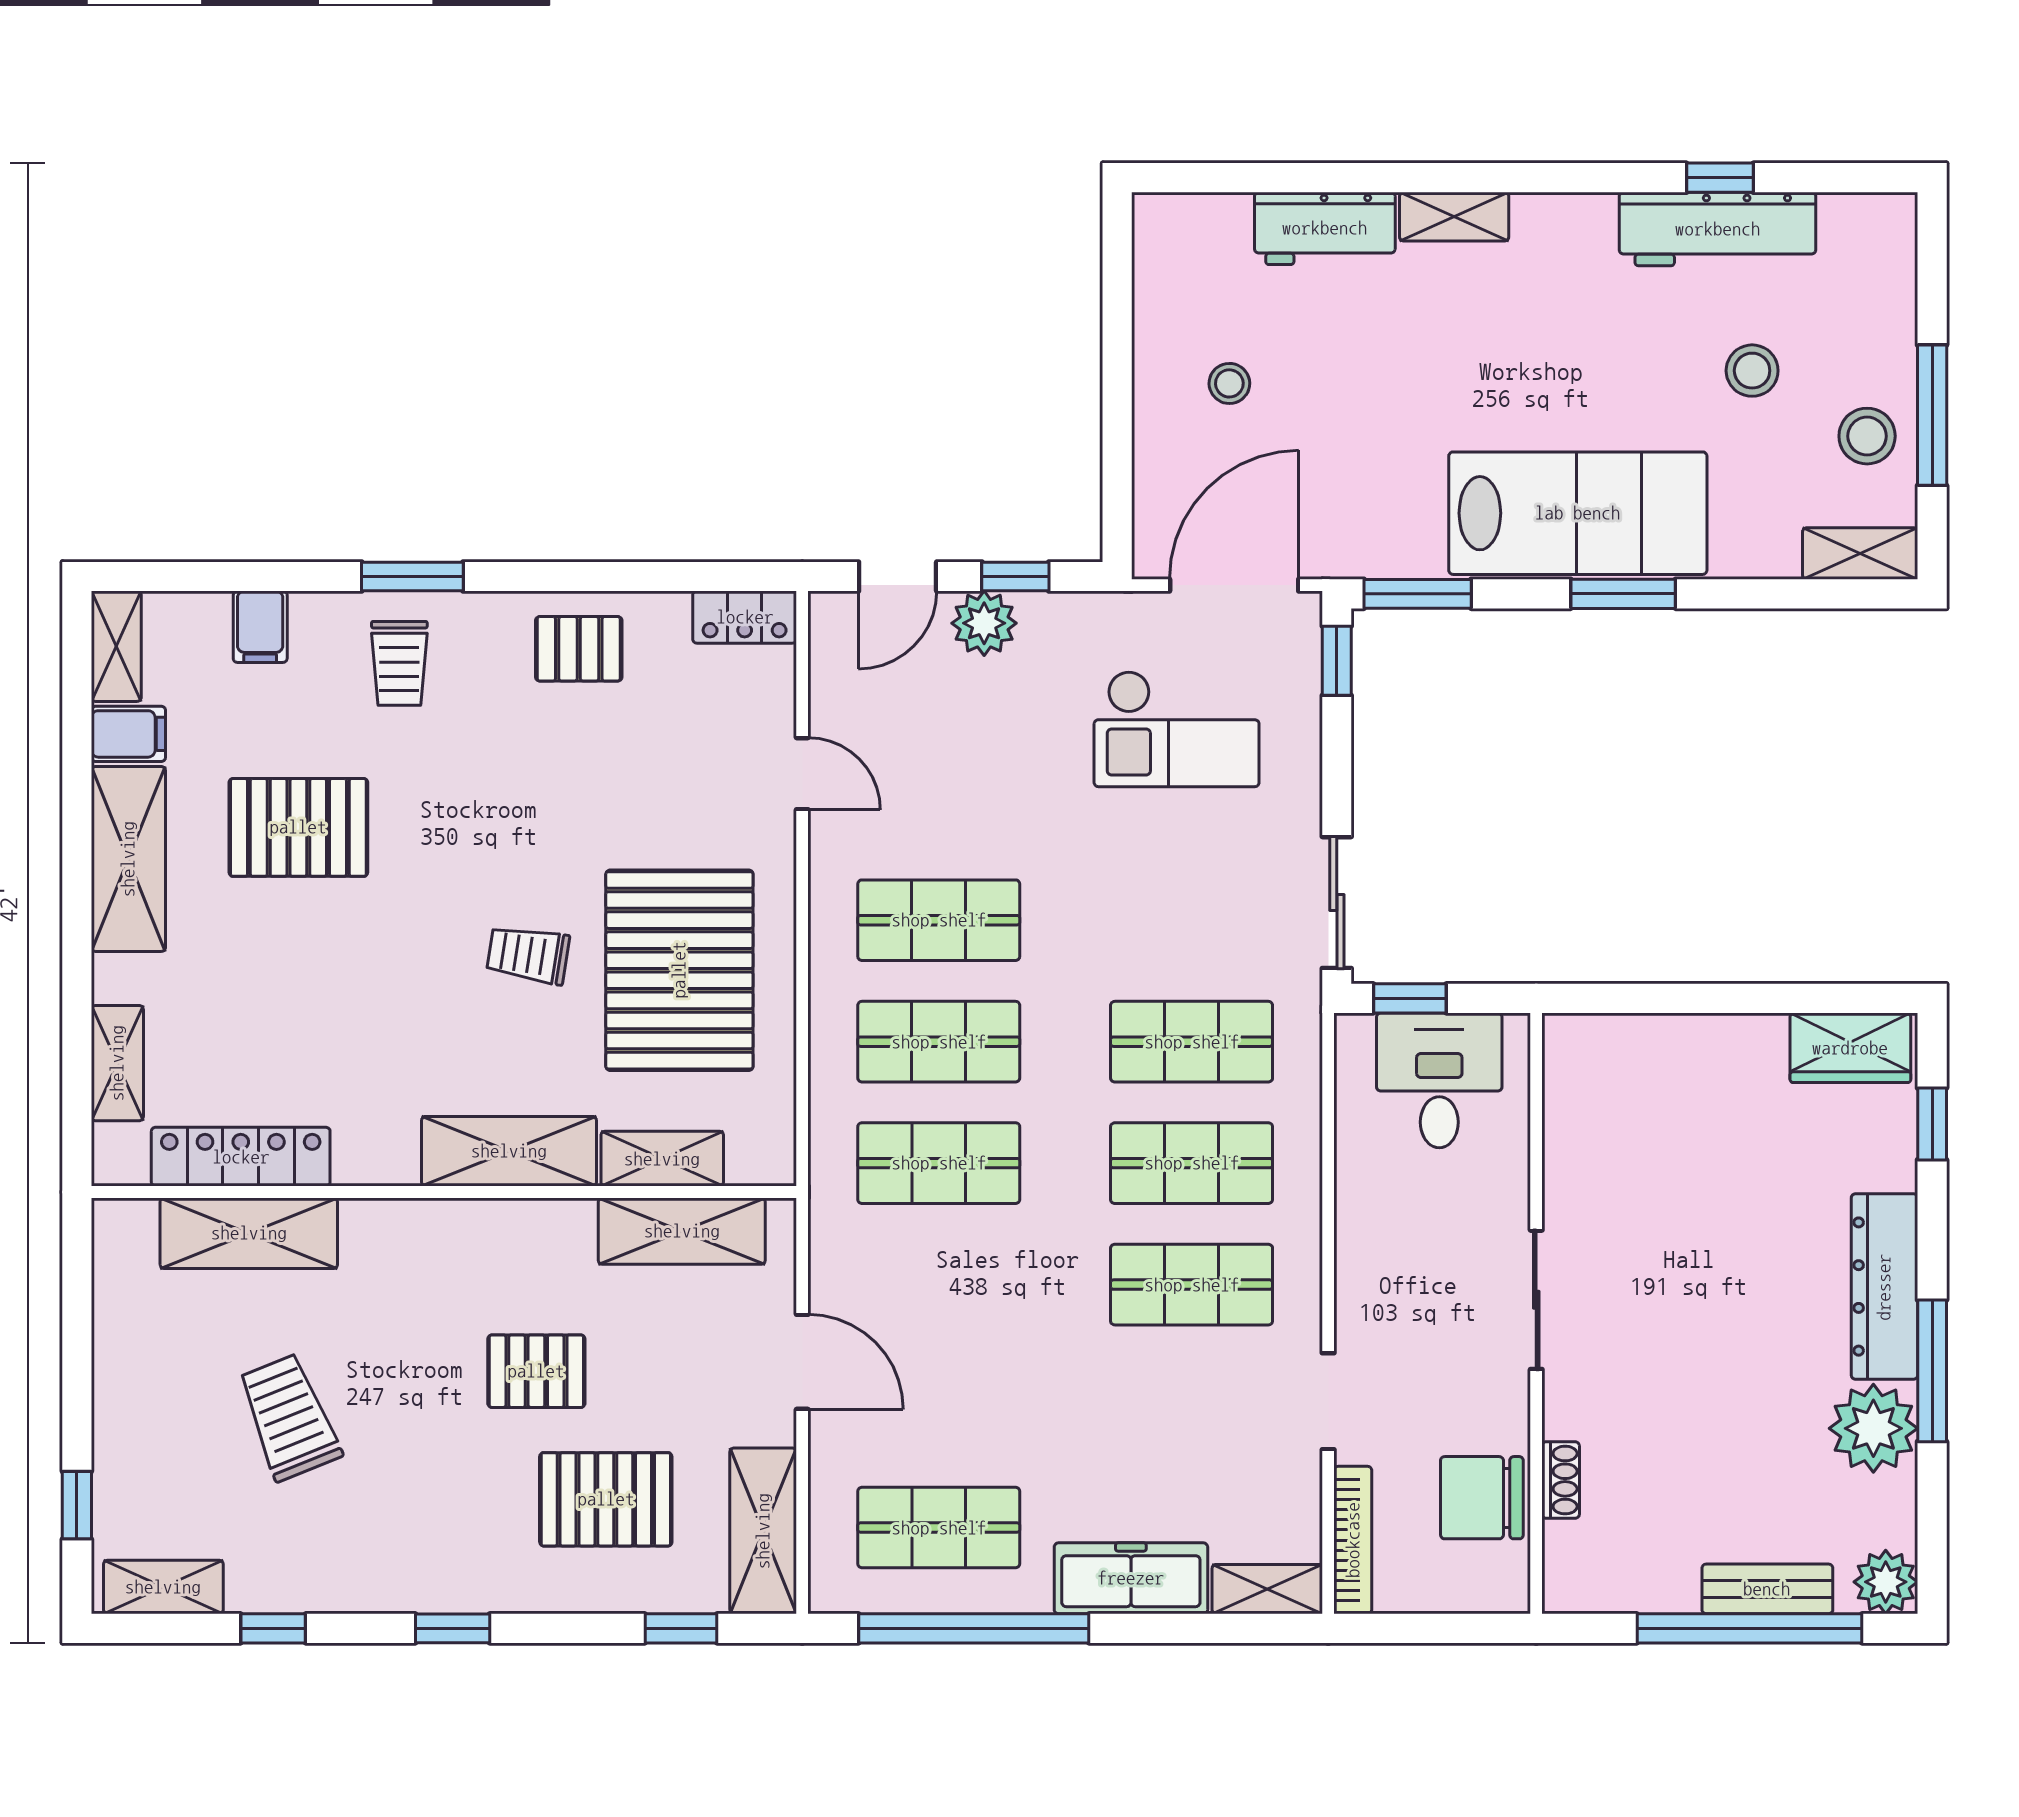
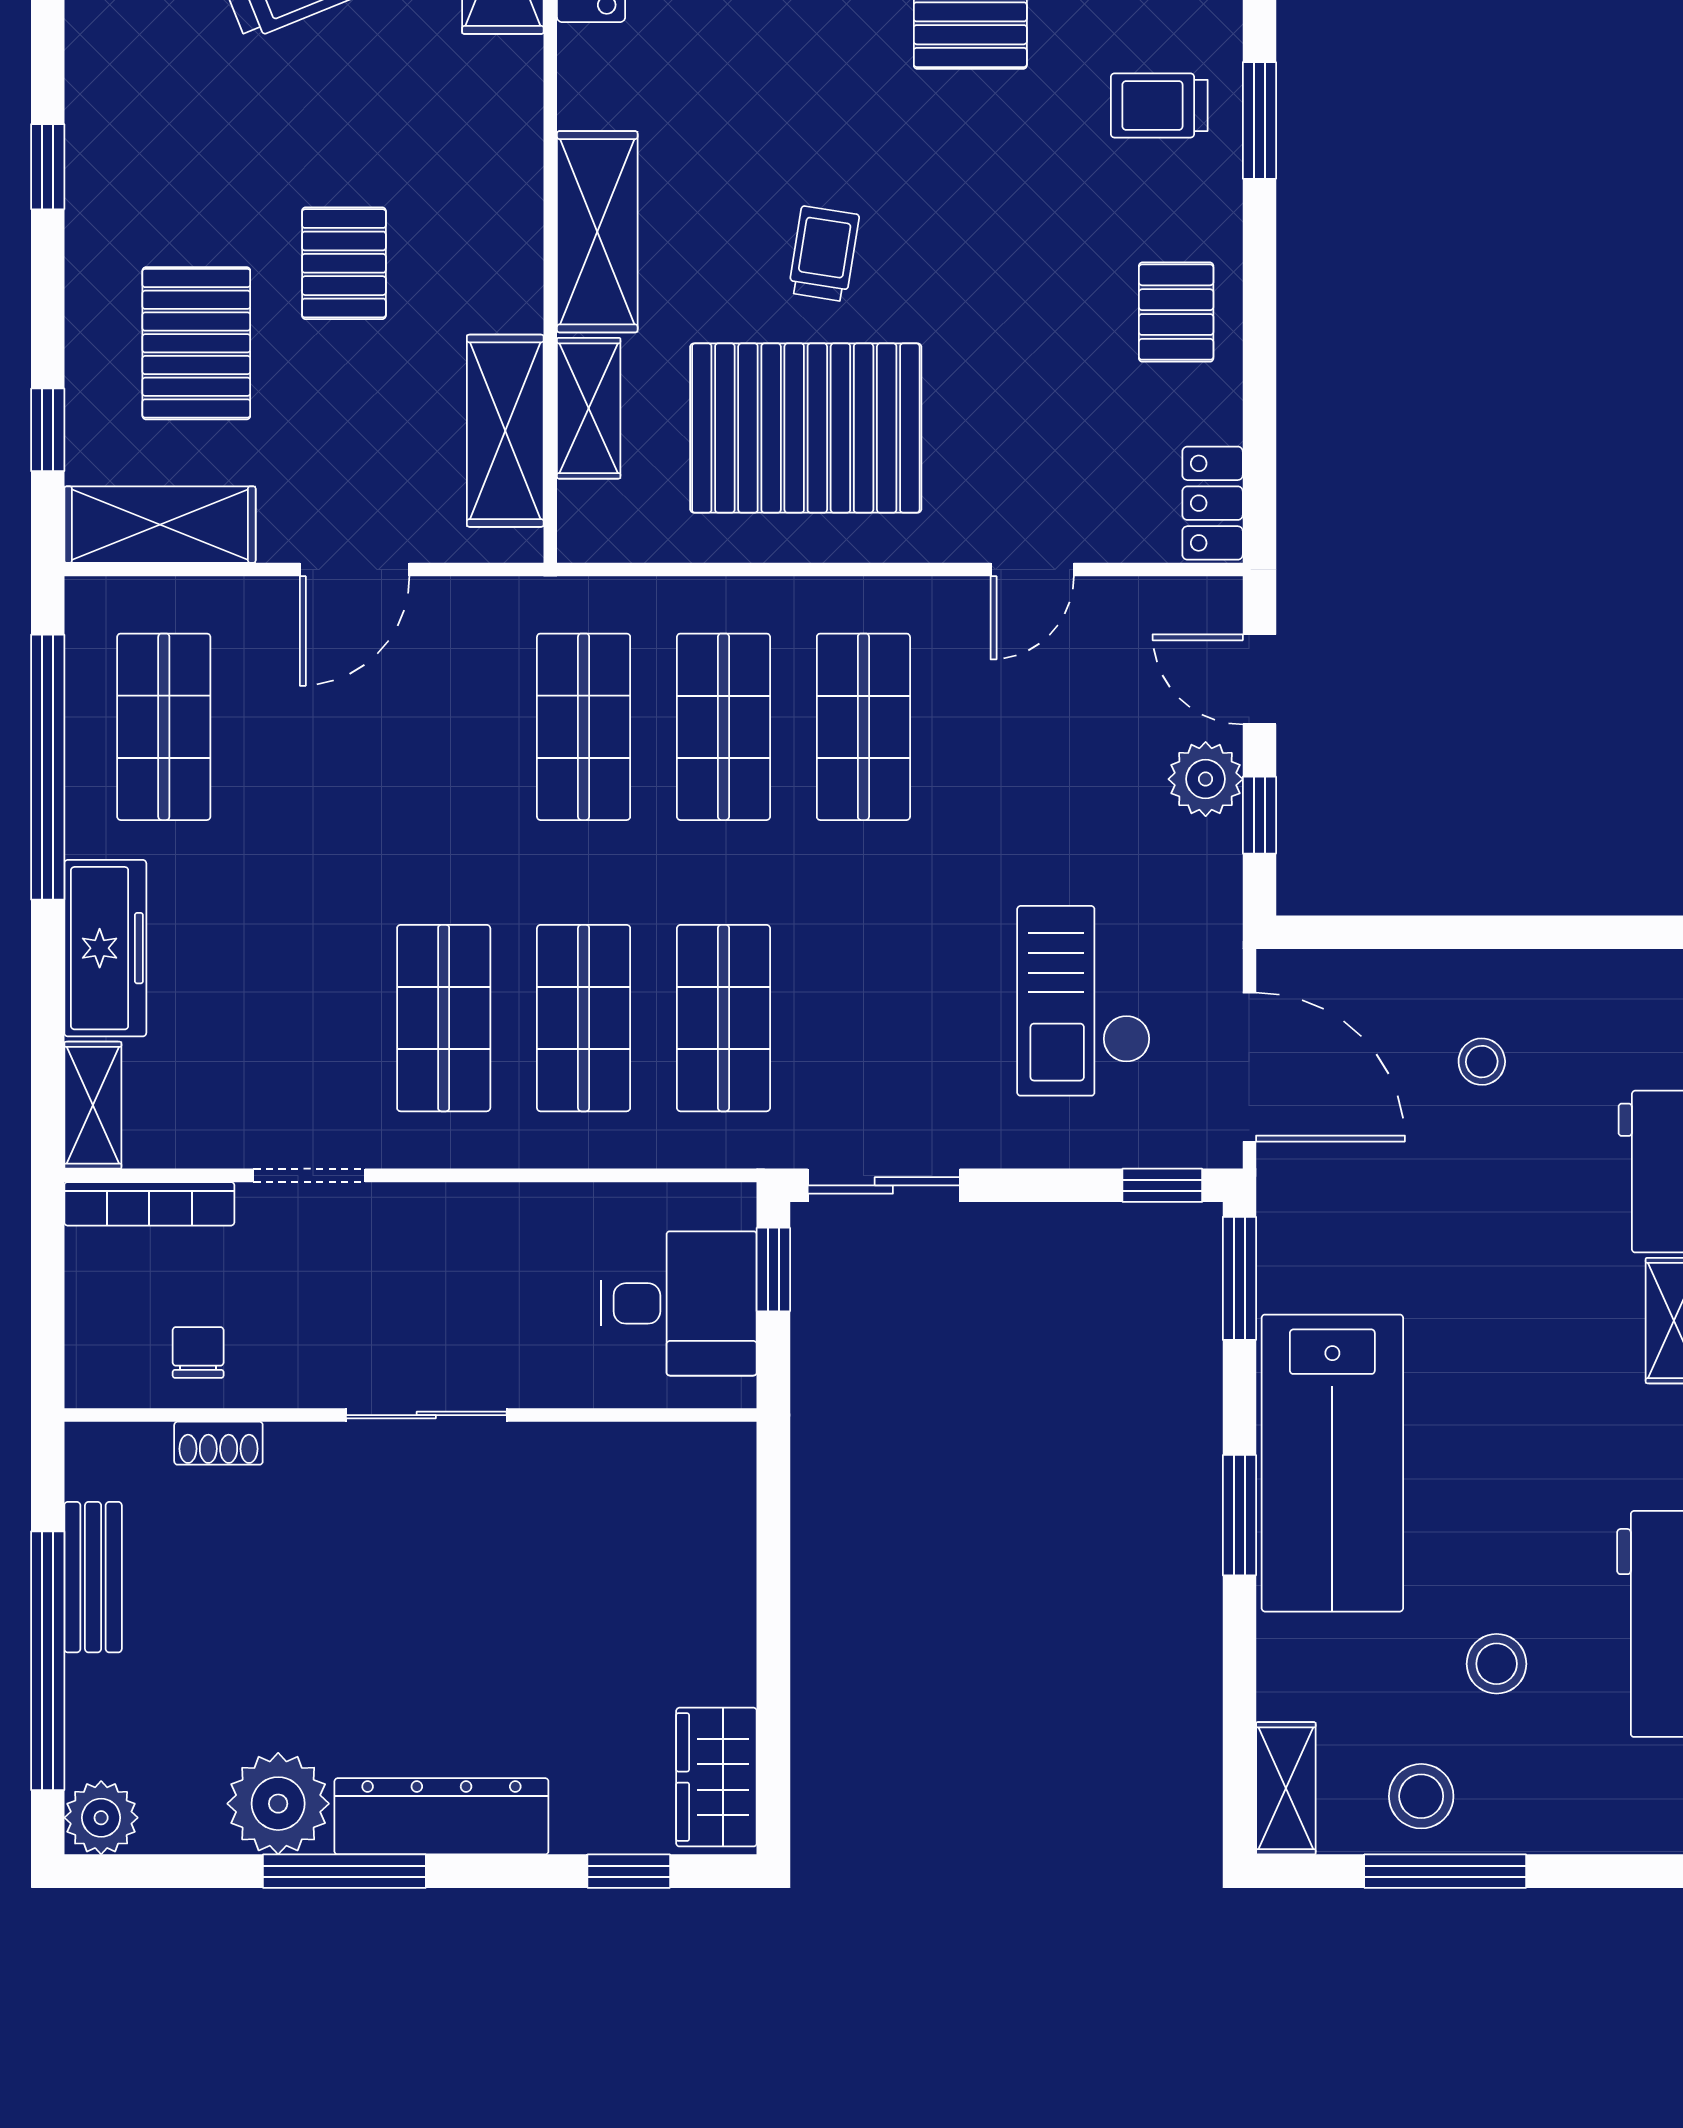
chair: (1482, 1498) -> (198, 1352), width x0.54, depth x0.54
bench: (1767, 1589) -> (93, 1577), moved

